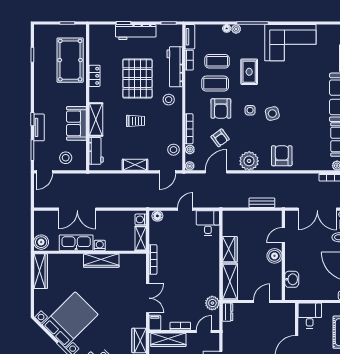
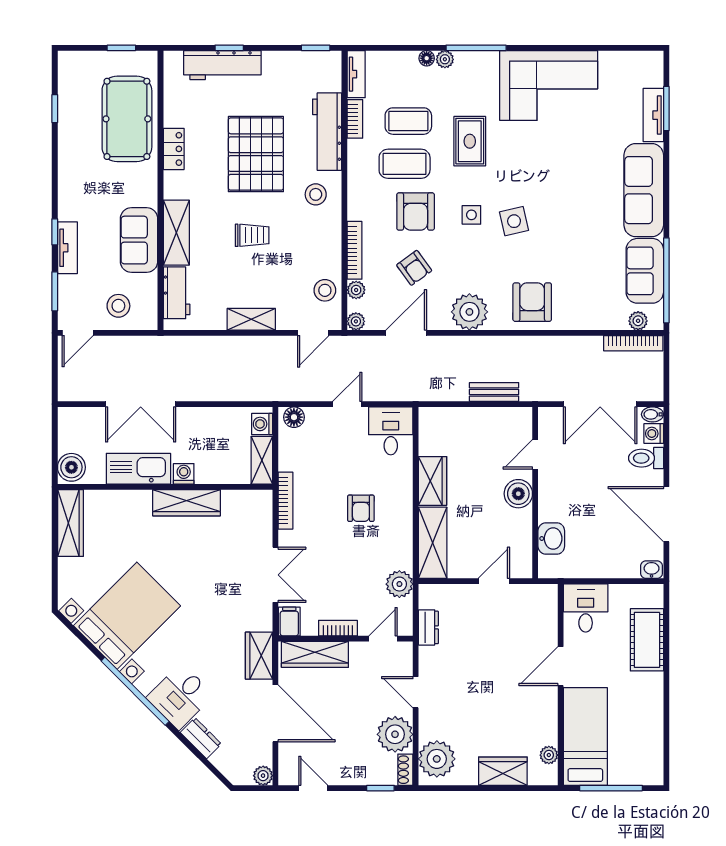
workbench: (136, 32) -> (222, 65), moved
armchair: (192, 263) -> (361, 508), added
dresser: (228, 312) -> (428, 627), moved

